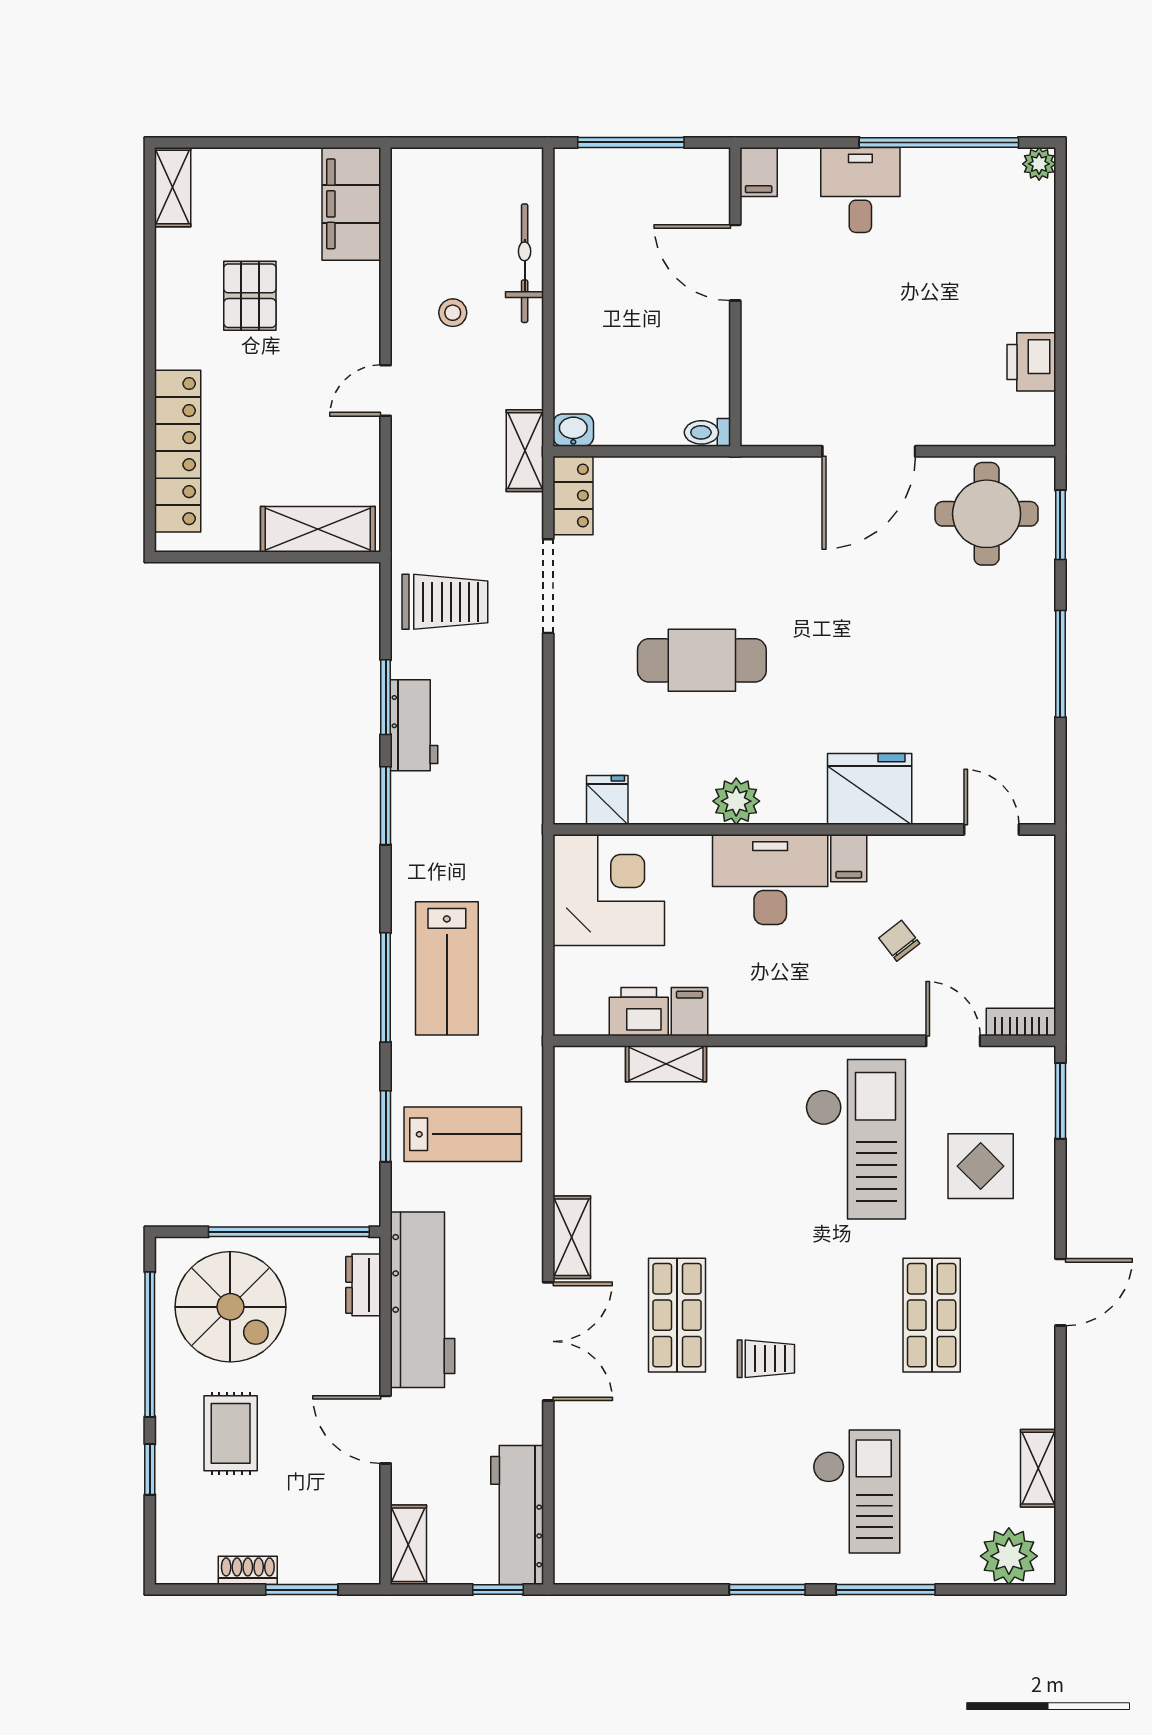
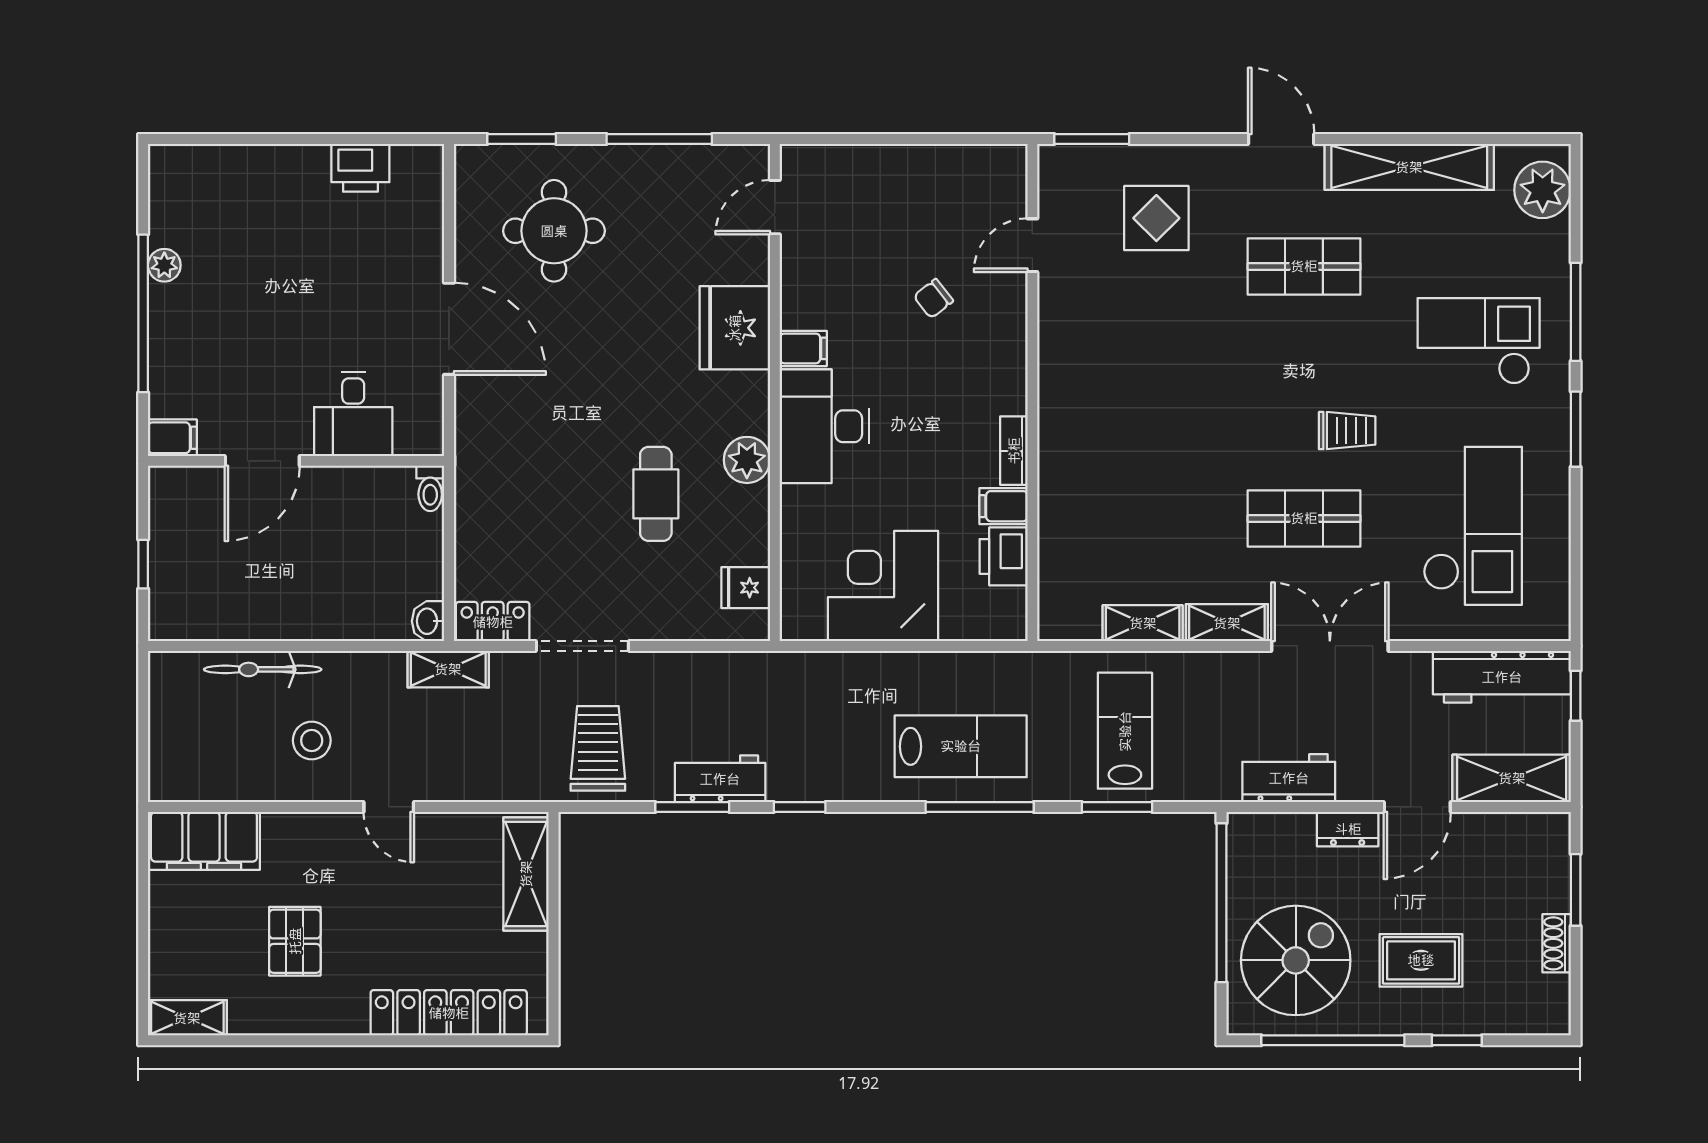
window: (631, 142) -> (143, 564), width x0.46
window: (939, 142) -> (143, 313), moved
plant: (1039, 164) -> (164, 265), moved
desk: (860, 190) -> (353, 414), moved, turned -90
pallet: (250, 296) -> (295, 941), turned 90
stool: (453, 313) -> (312, 741), width x1.37, depth x1.37
round table: (987, 514) -> (554, 231), moved
cafe table: (702, 660) -> (656, 494), width x0.73, depth x0.74
fridge: (870, 789) -> (735, 328), moved
fridge: (607, 800) -> (746, 588), moved
plant: (736, 801) -> (747, 460), moved
window: (386, 806) -> (800, 807), width x0.67
wall: (804, 829) -> (775, 392), moved
door: (992, 829) -> (775, 207), moved
filing cabinet: (849, 858) -> (803, 348), moved
desk: (770, 879) -> (824, 426), moved
bookcase: (1021, 1022) -> (1014, 451), moved
shelving: (666, 1064) -> (1143, 623), moved, turned 90
checkout: (856, 1139) -> (1473, 526), moved, turned 90
dresser: (363, 1285) -> (1348, 829), moved
workbench: (423, 1300) -> (1289, 778), width x0.53, depth x0.76
trolley: (766, 1359) -> (1347, 431), turned 90
shelving: (1038, 1468) -> (1409, 167), width x2.20, depth x1.33
shelving: (408, 1545) -> (1512, 778), width x1.50, depth x1.33

